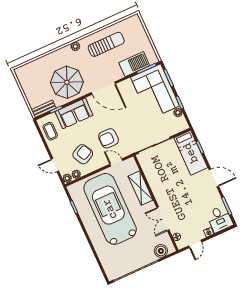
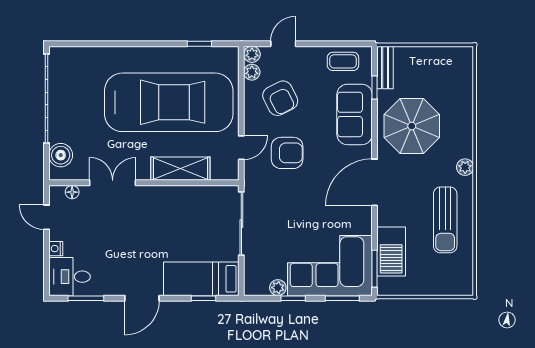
armchair: (109, 138) -> (287, 153), turned 90

